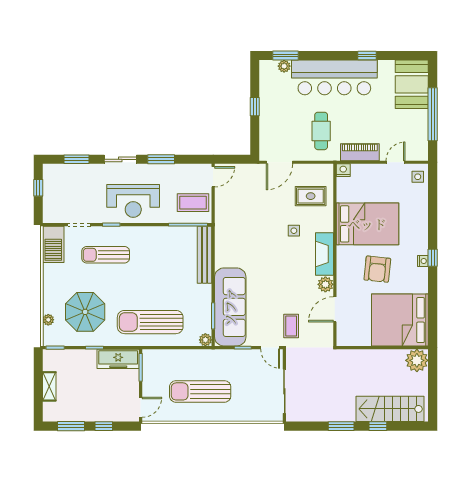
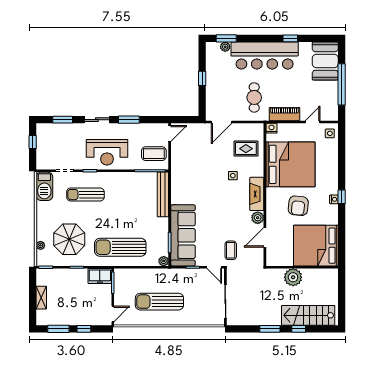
bed: (367, 224) -> (291, 164), width x1.36
freezer: (118, 359) -> (100, 276), width x0.71
plant: (417, 360) -> (293, 277), moved

